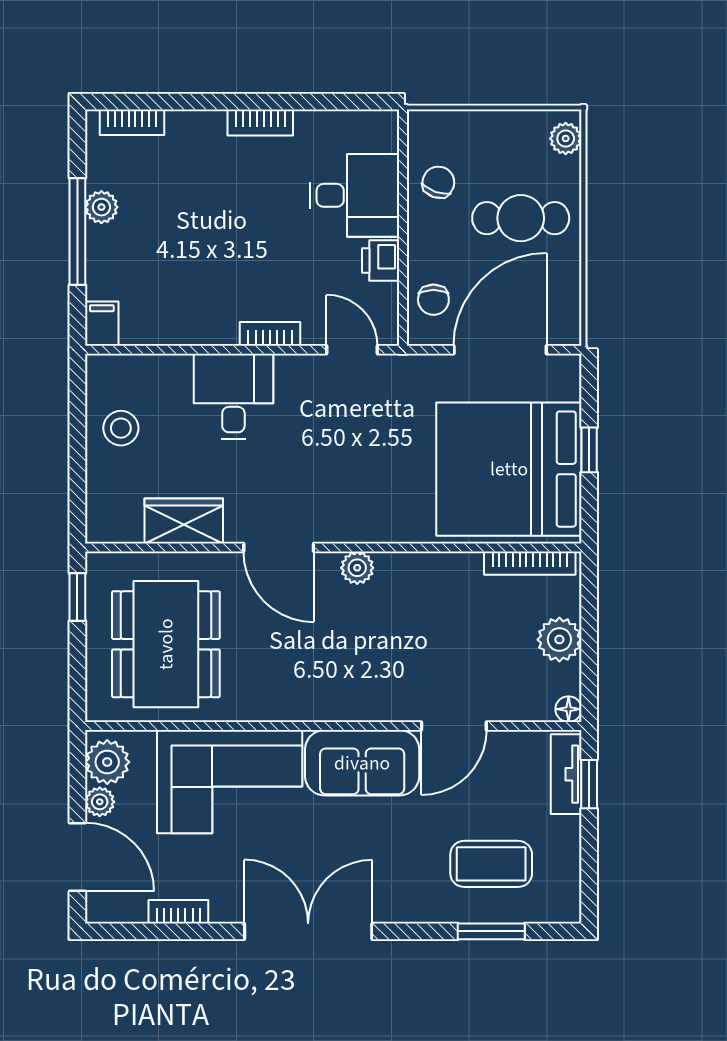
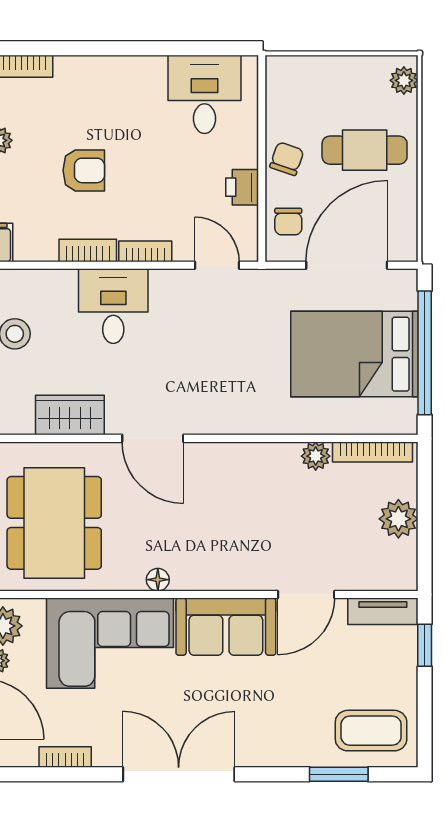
bookcase: (260, 122) -> (88, 251), moved, turned 180
chair: (438, 182) -> (287, 159), moved
desk: (354, 195) -> (204, 94), moved, turned -90
armchair: (200, 241) -> (84, 170), added
window: (589, 450) -> (425, 353), width x3.17
bed: (509, 469) -> (354, 354), width x0.73
plant: (357, 568) -> (316, 456), moved
floor lamp: (569, 709) -> (158, 580), moved
tv unit: (566, 774) -> (383, 611), moved, turned -90
coffee table: (491, 864) -> (371, 731), moved

